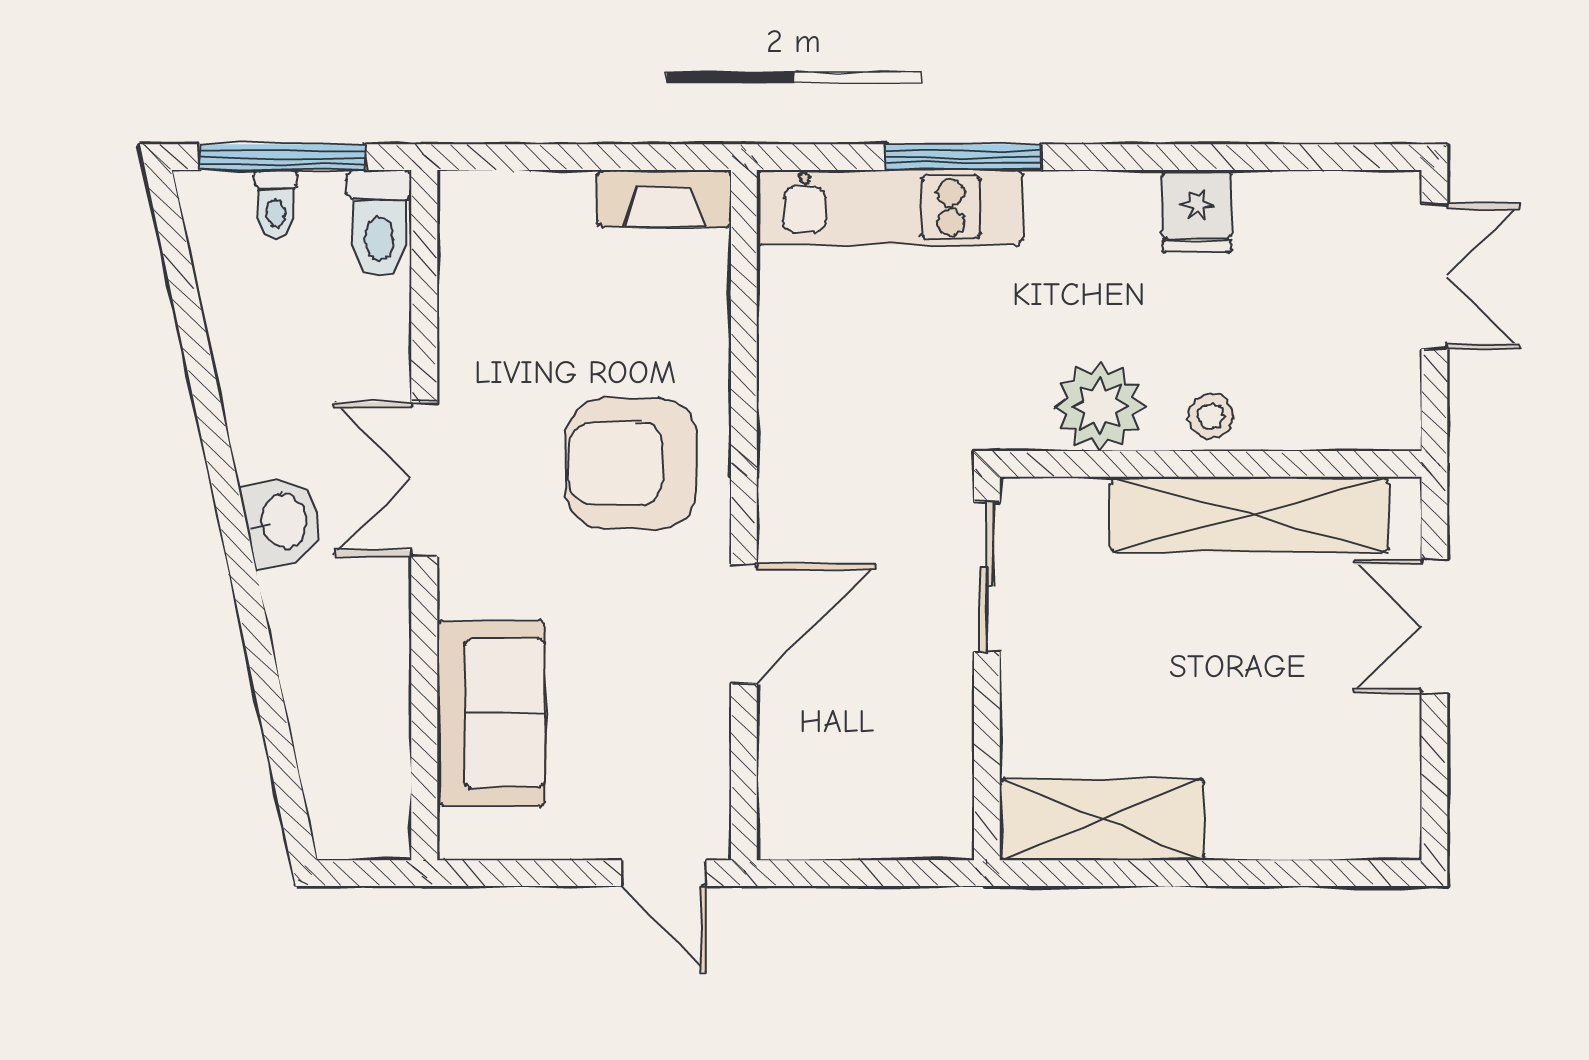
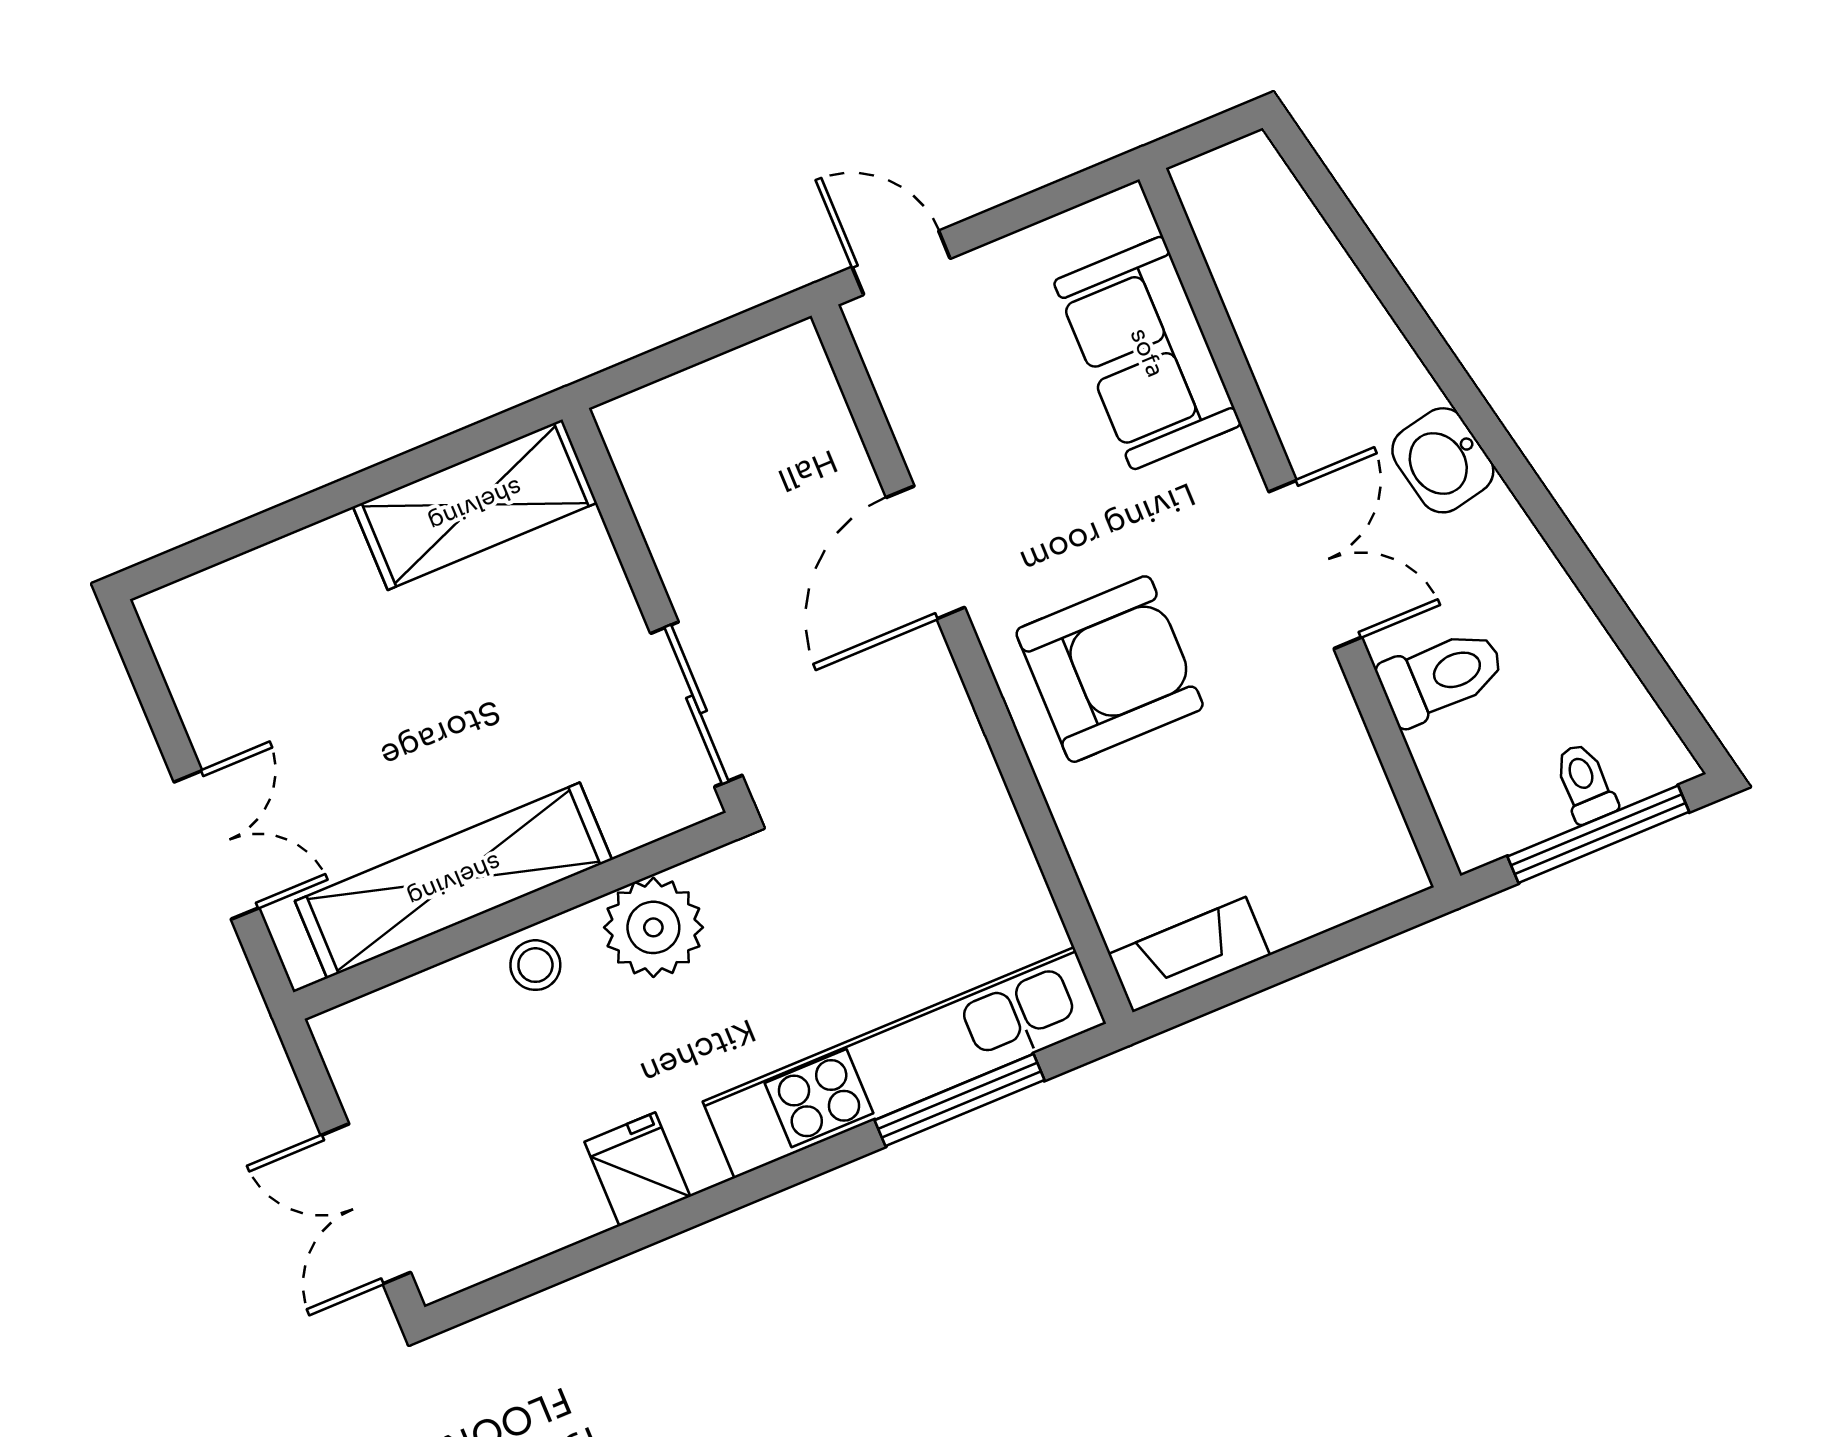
window: (963, 157) -> (959, 1100), moved
kitchen unit: (890, 207) -> (904, 1063), width x1.36
toilet: (379, 223) -> (1442, 676), moved, turned 90

